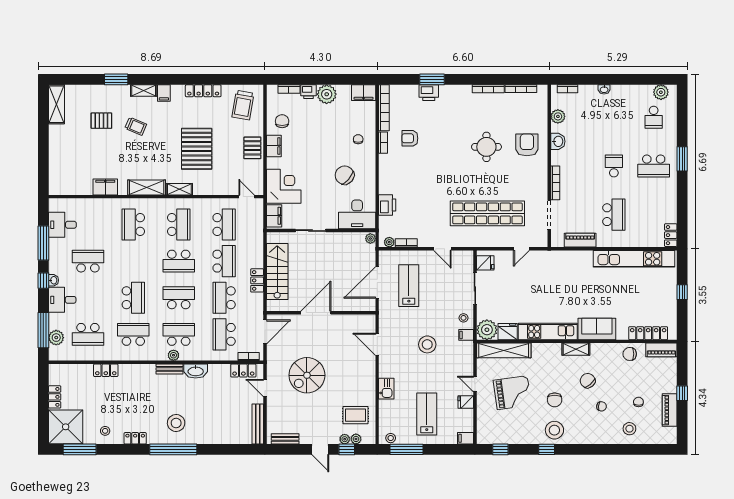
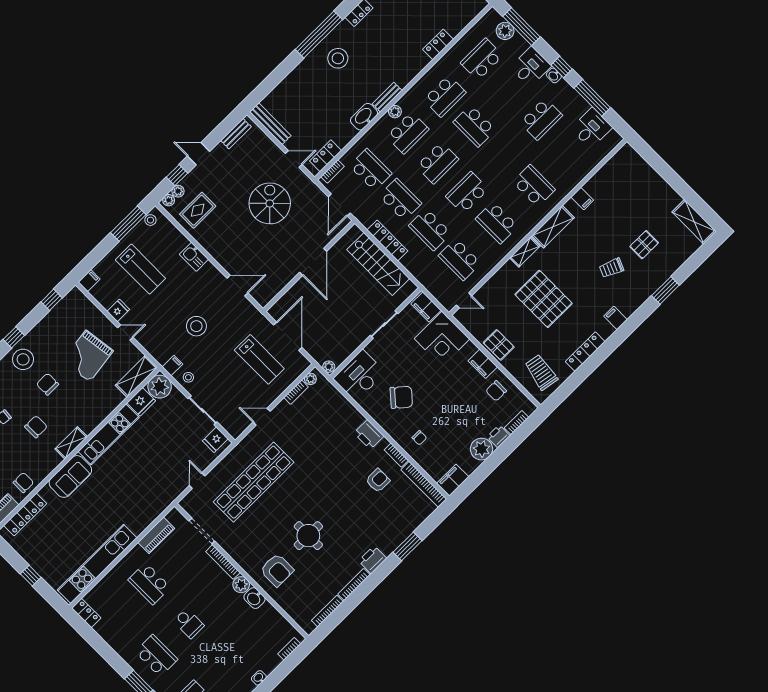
shelving: (144, 91) -> (634, 303), removed
printer: (429, 93) -> (373, 560), moved
plant: (558, 116) -> (241, 585), moved
chair: (282, 121) -> (496, 391), turned 90
school desk: (654, 166) -> (156, 656), turned 90
filing cabinet: (105, 187) -> (582, 199), width x0.50
printer: (387, 205) -> (369, 434), moved
locker: (257, 280) -> (387, 240), width x1.53
shelving: (504, 350) -> (136, 376), width x0.68
chair: (588, 381) -> (36, 427), turned -50
plant: (345, 439) -> (169, 200), moved

